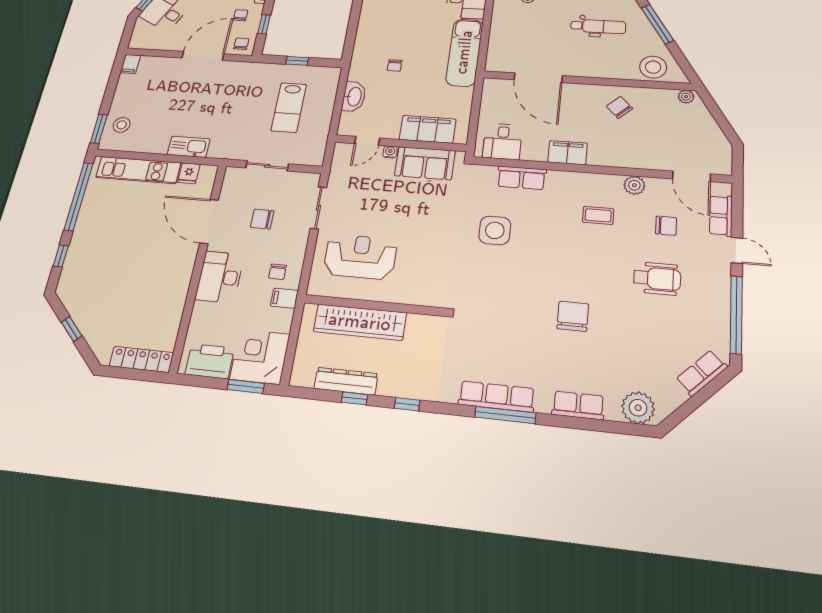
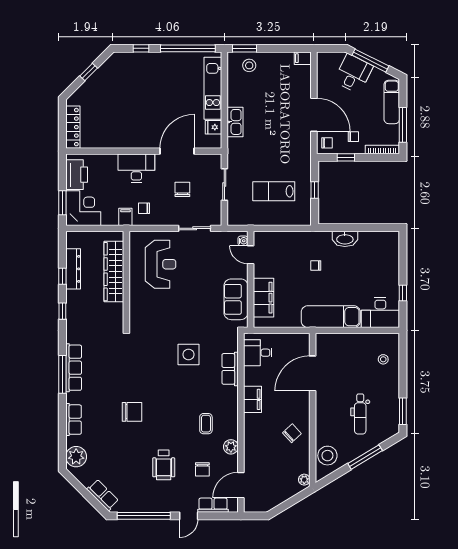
washbasin: (354, 97) -> (345, 239), moved
water cooler: (390, 152) -> (243, 241), moved

